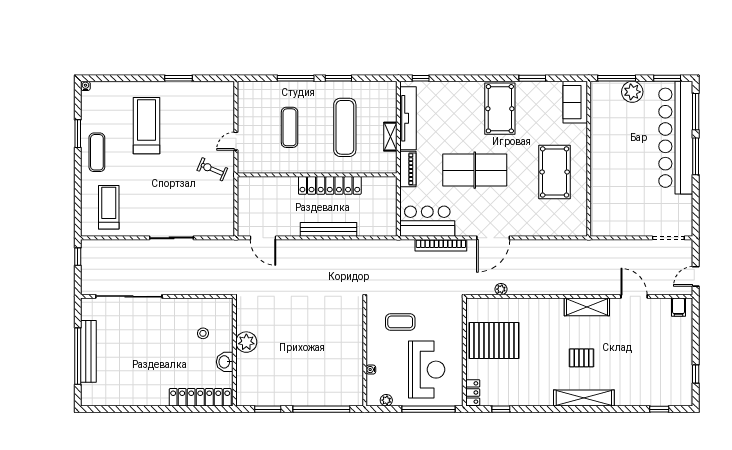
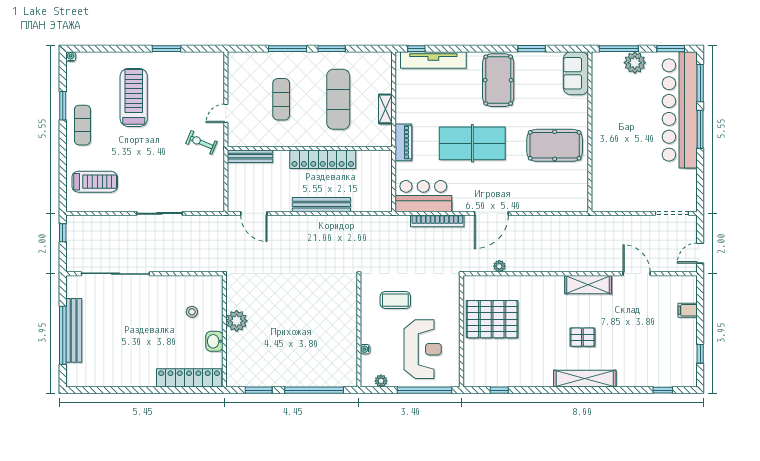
tv unit: (408, 118) -> (433, 60), moved, turned 90
pool table: (555, 172) -> (555, 145), turned 90
bench: (259, 183) -> (250, 156), added
treadmill: (109, 207) -> (95, 182), turned 90
filing cabinet: (678, 307) -> (688, 310), moved, turned 90
locker: (473, 393) -> (470, 373), removed

